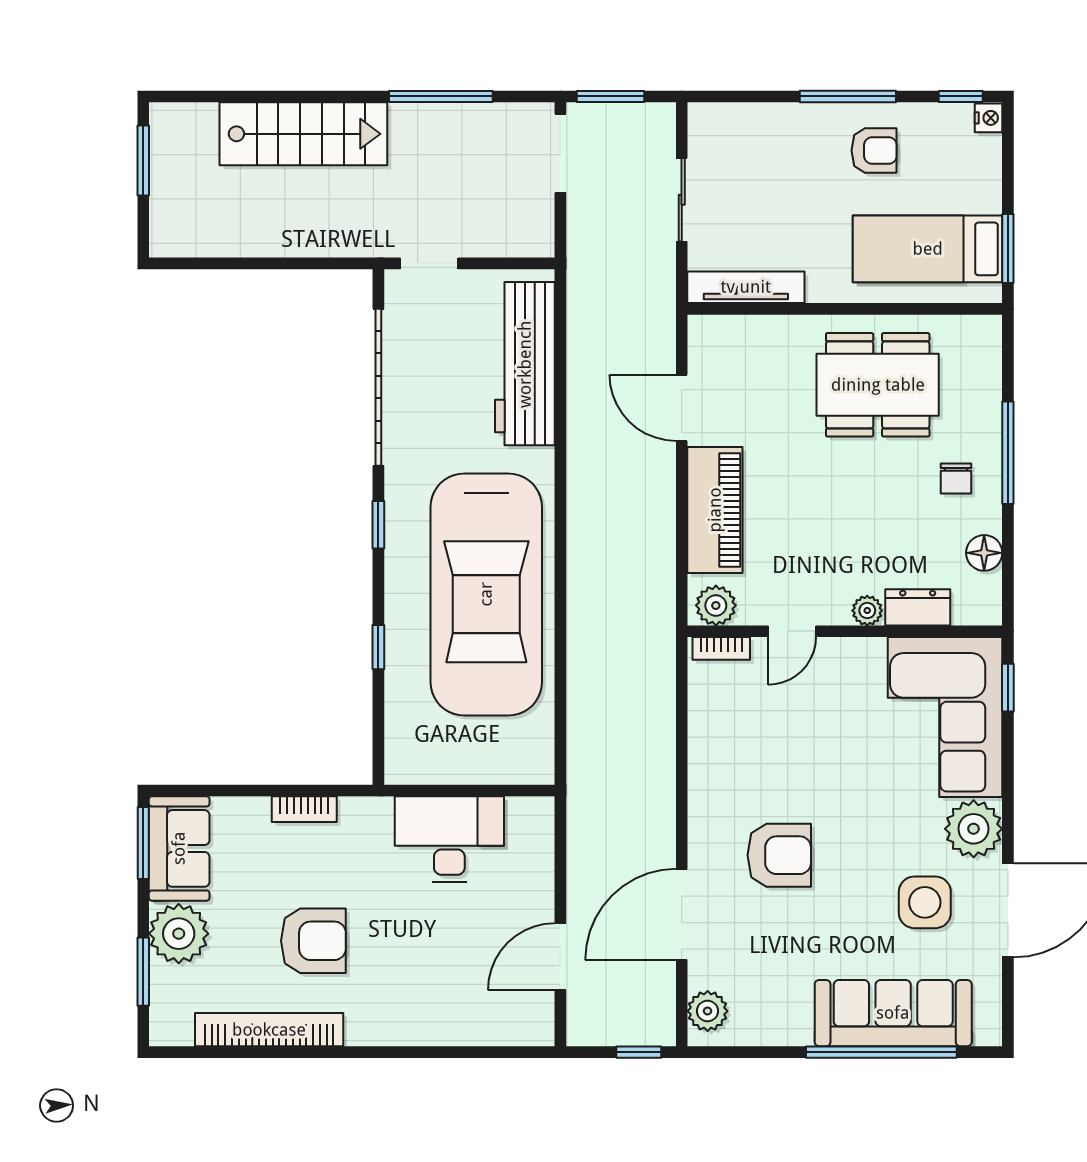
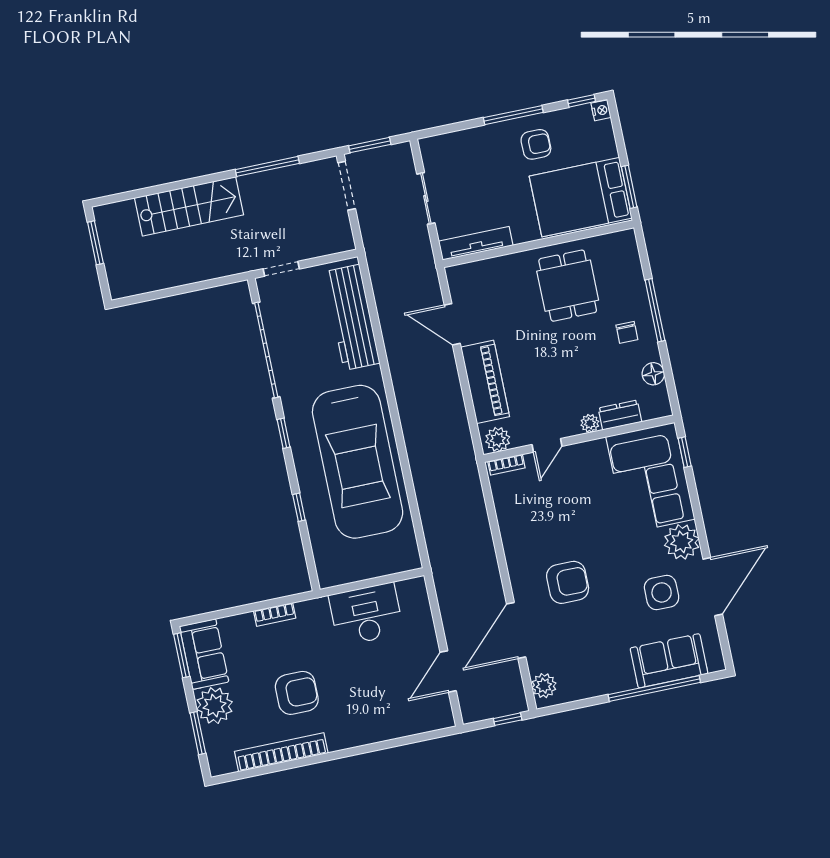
bed: (928, 249) -> (581, 197), width x1.50
dining table: (878, 385) -> (568, 286), width x0.73
sofa: (893, 1013) -> (669, 661), width x0.73

